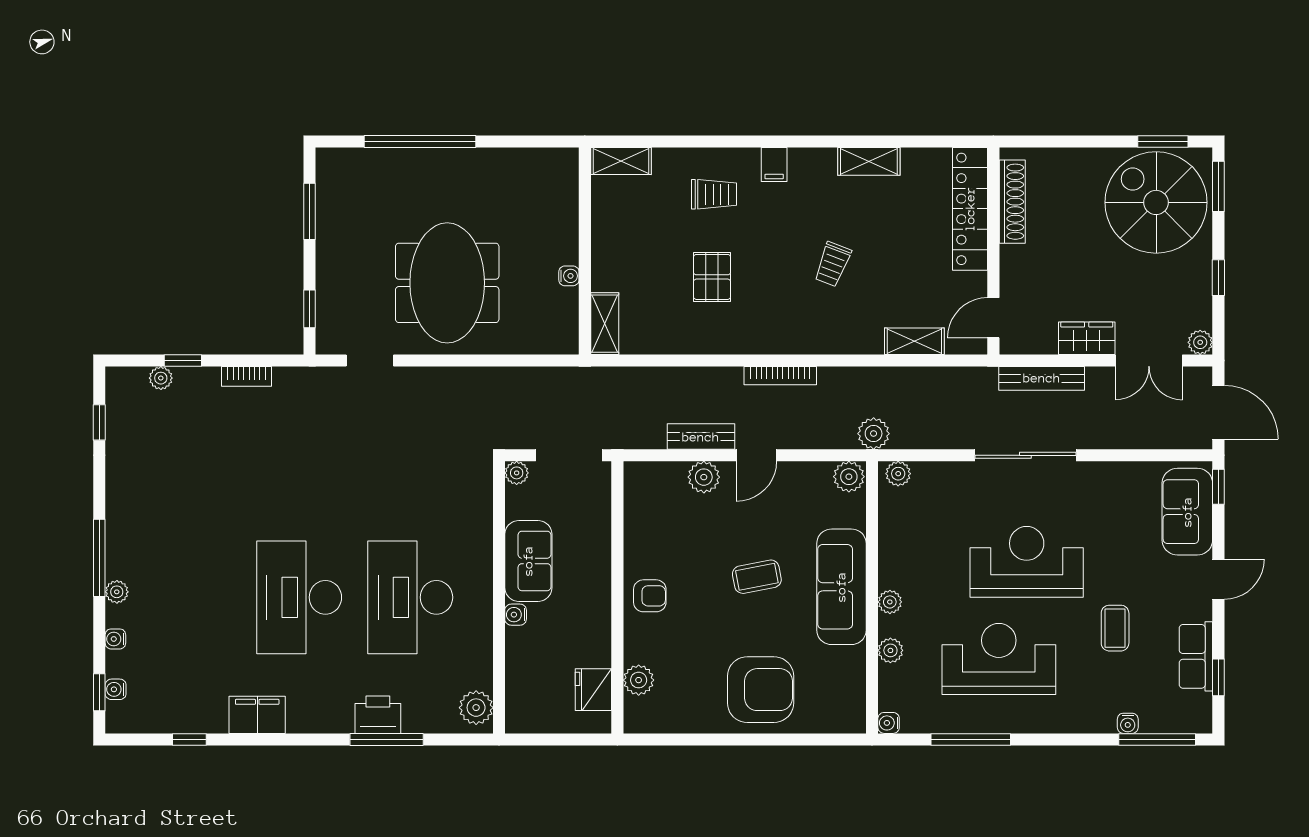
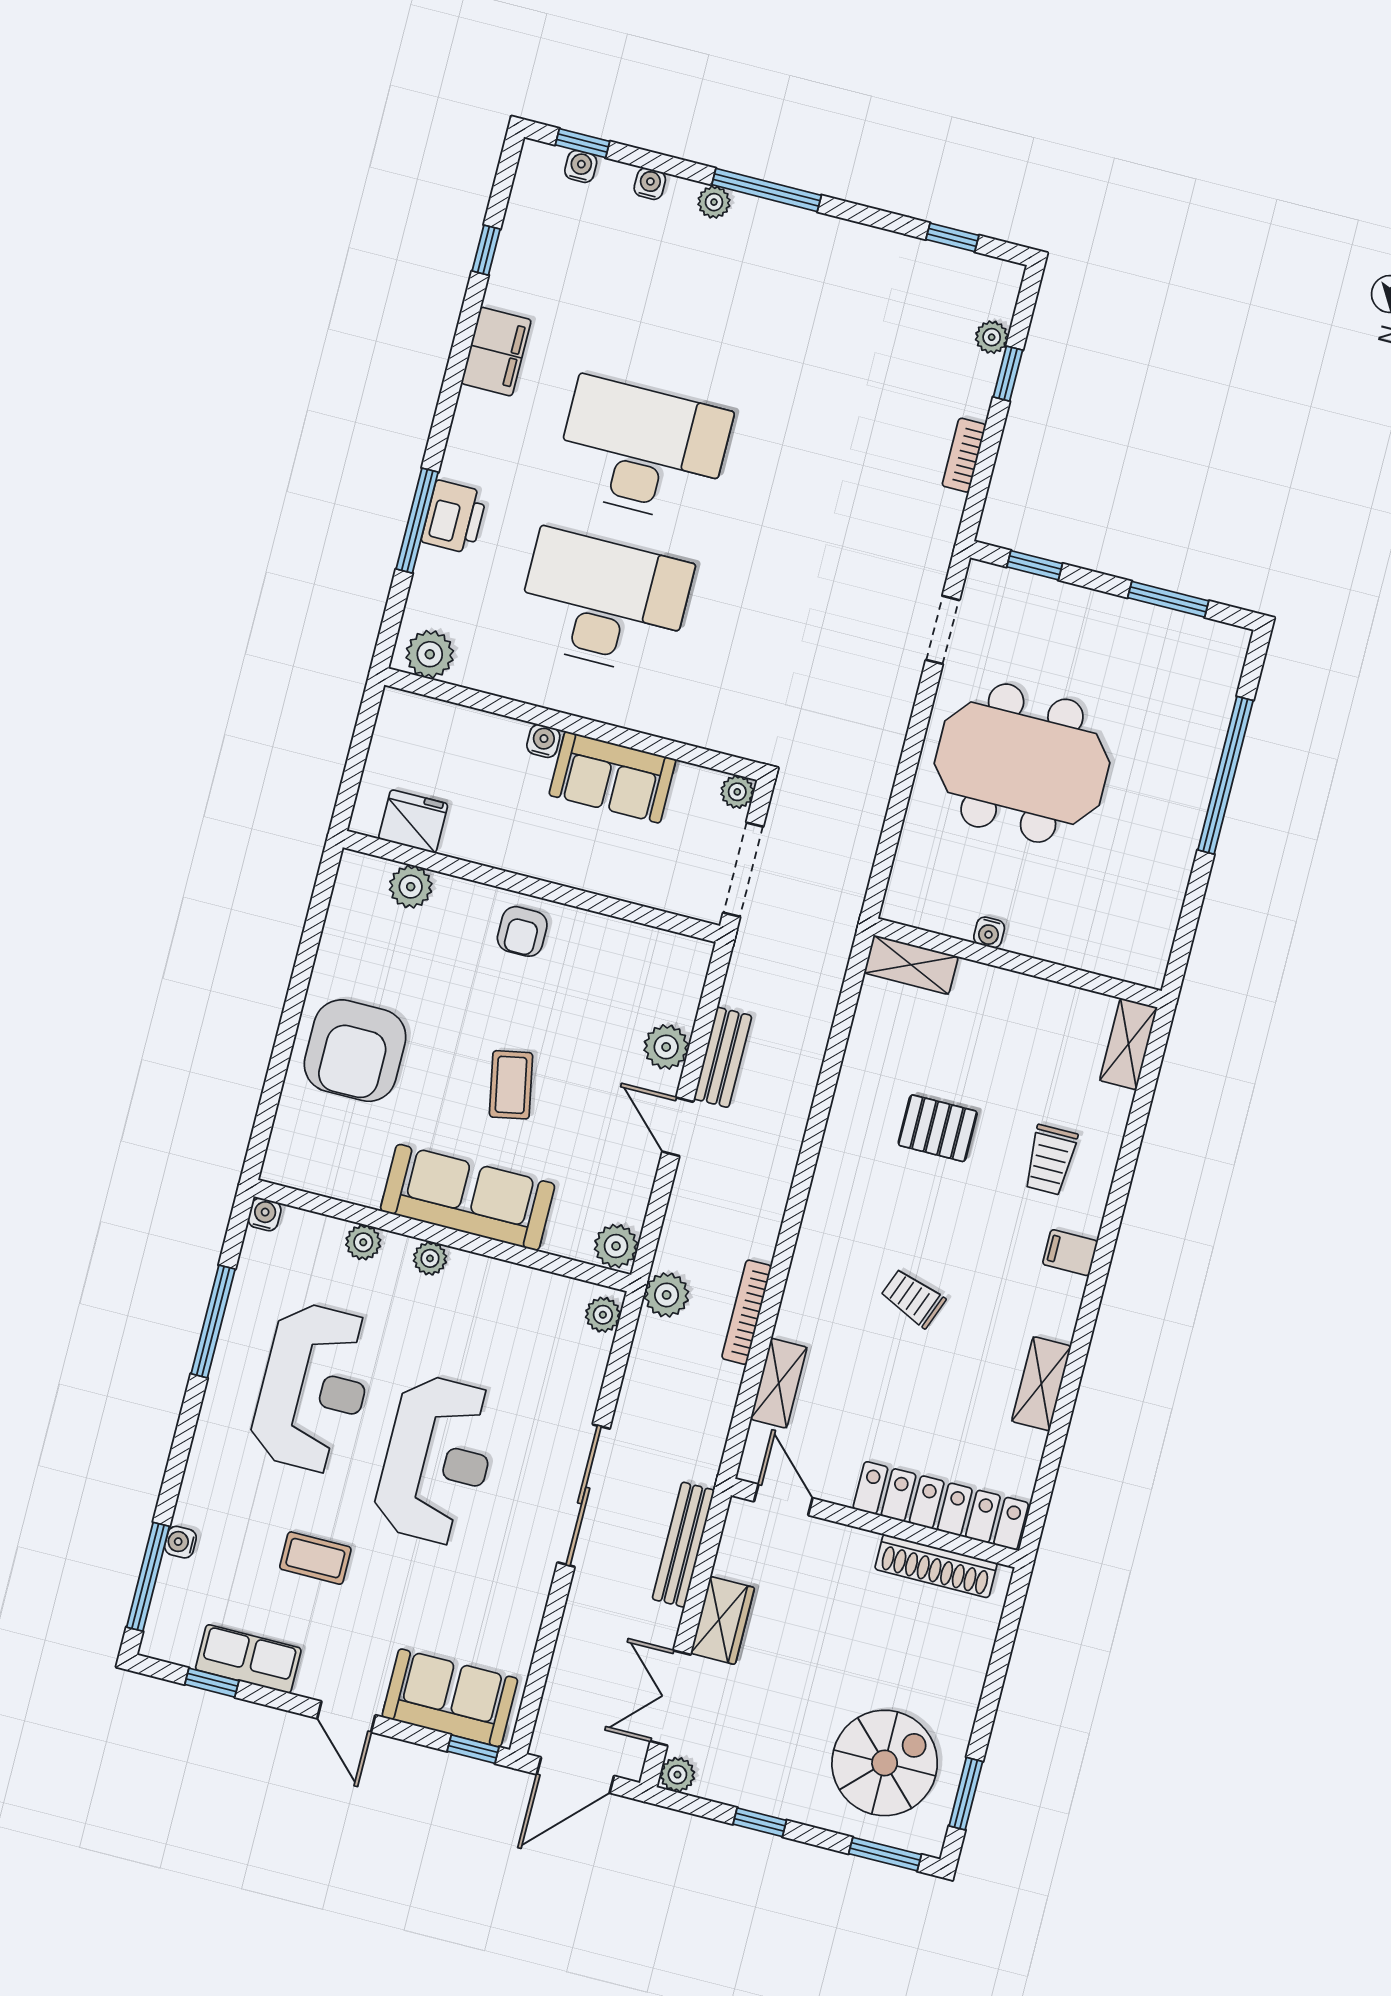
spiral stairs: (1156, 202) -> (885, 1763), width x0.73, depth x0.73
bookcase: (780, 376) -> (747, 1312), moved

